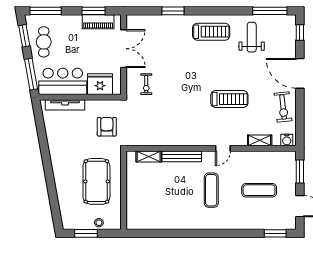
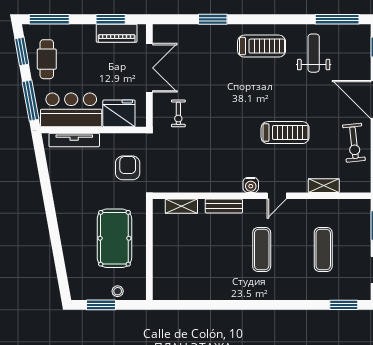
water cooler: (287, 140) -> (251, 185), moved
bench: (182, 156) -> (224, 206), width x0.73
exercise mat: (259, 190) -> (323, 250), turned 90

